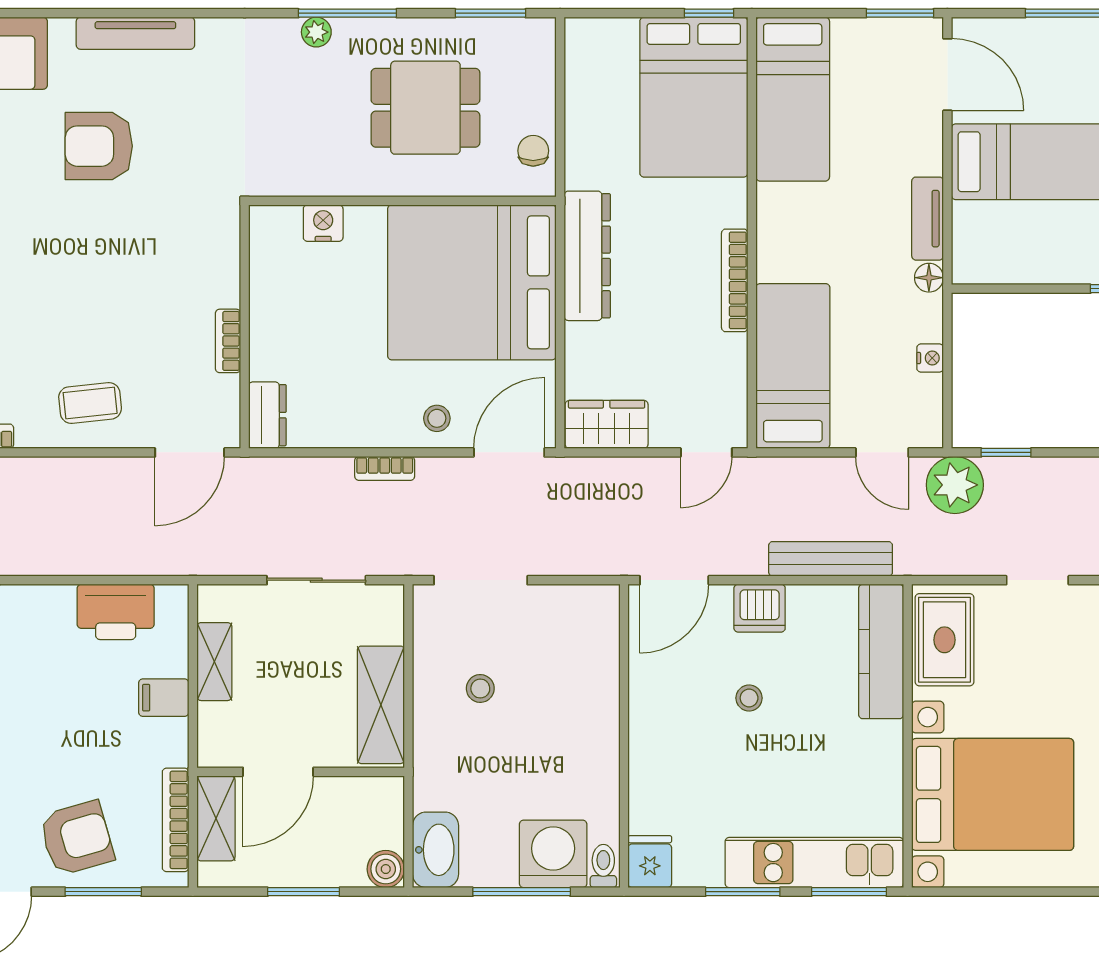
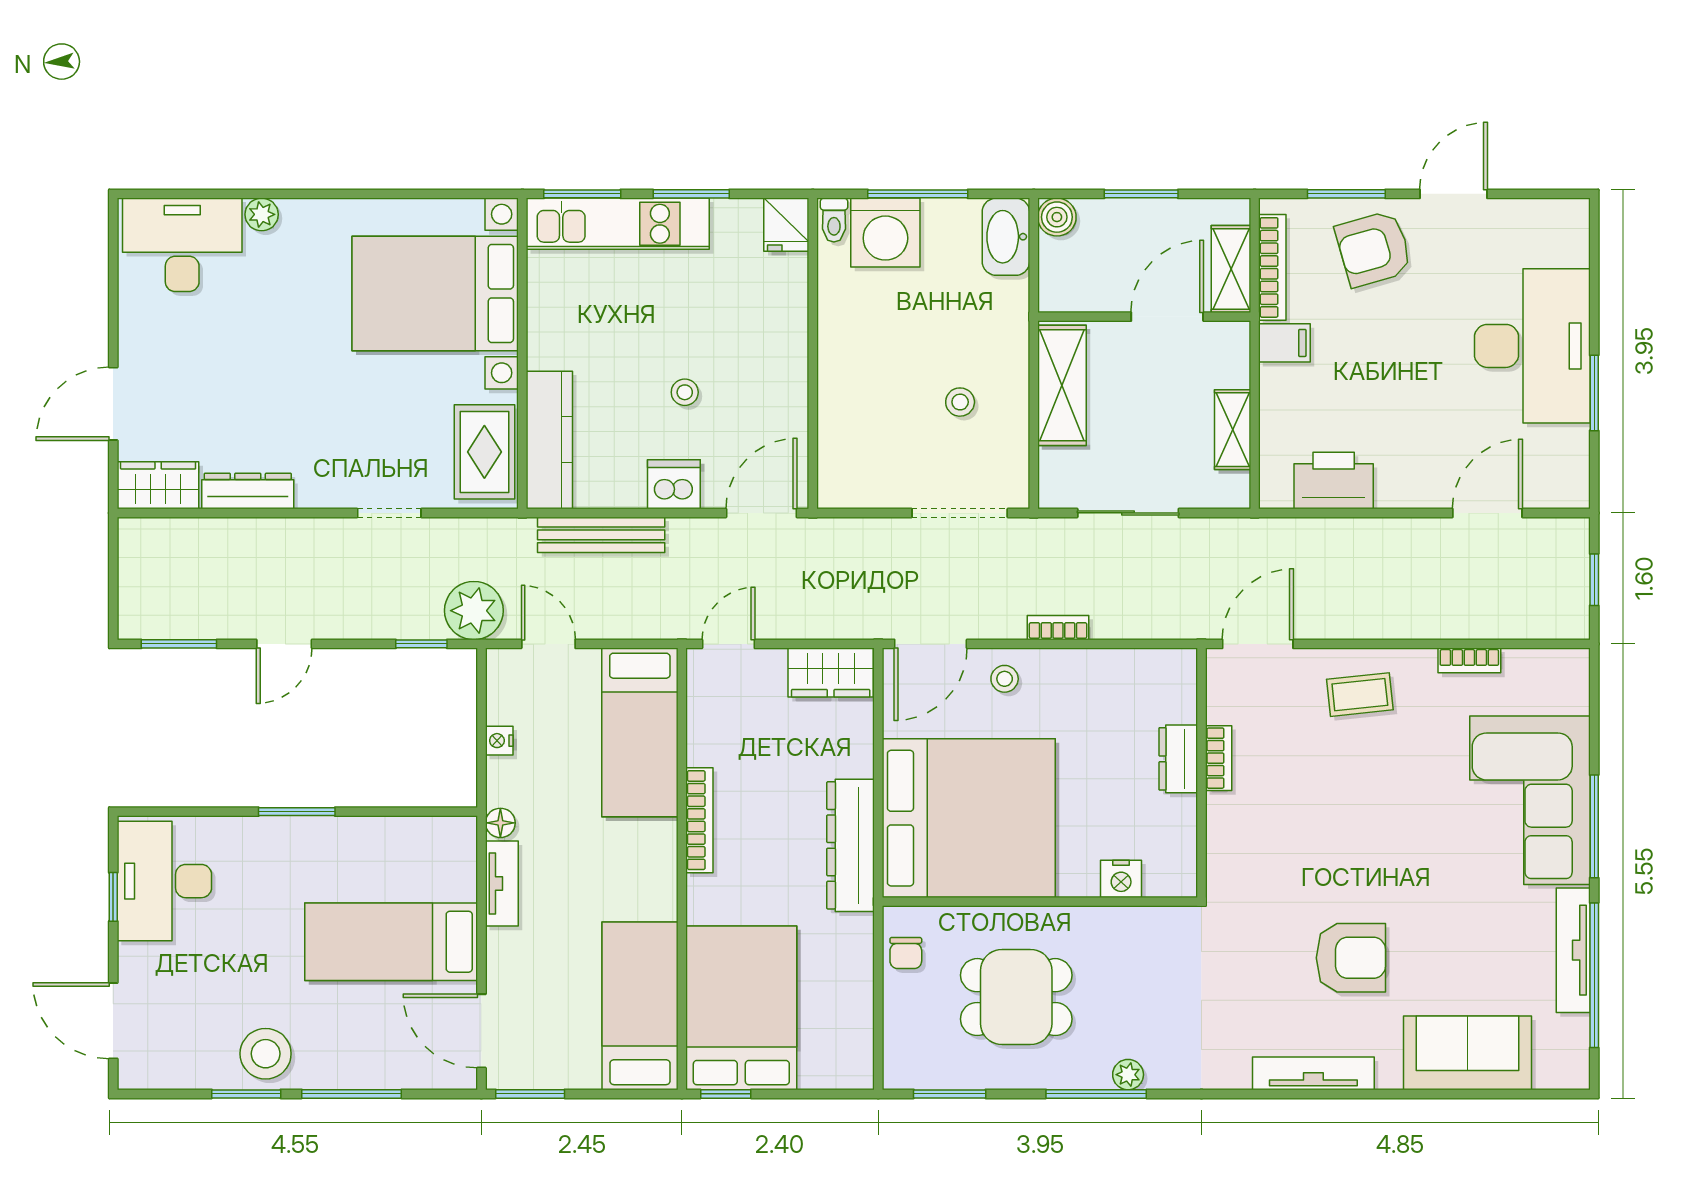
dresser: (267, 415) -> (1178, 759), moved
filing cabinet: (164, 698) -> (1284, 343), moved

